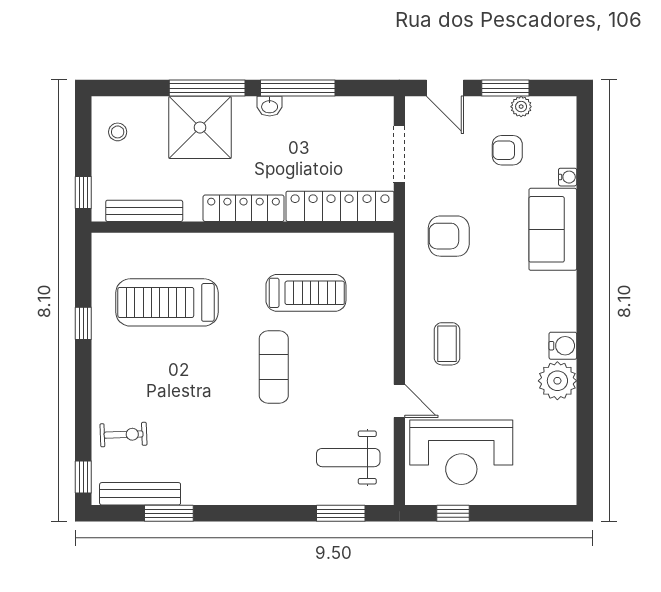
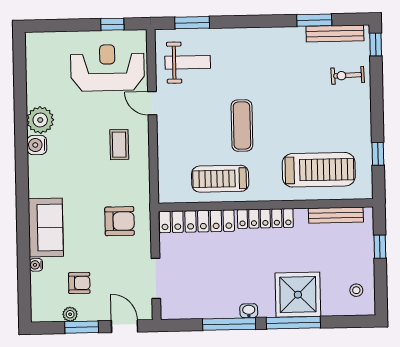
locker: (340, 206) -> (197, 221), moved
locker: (244, 208) -> (265, 218), moved
bench: (144, 211) -> (336, 215), moved
wall: (243, 227) -> (266, 205), moved

